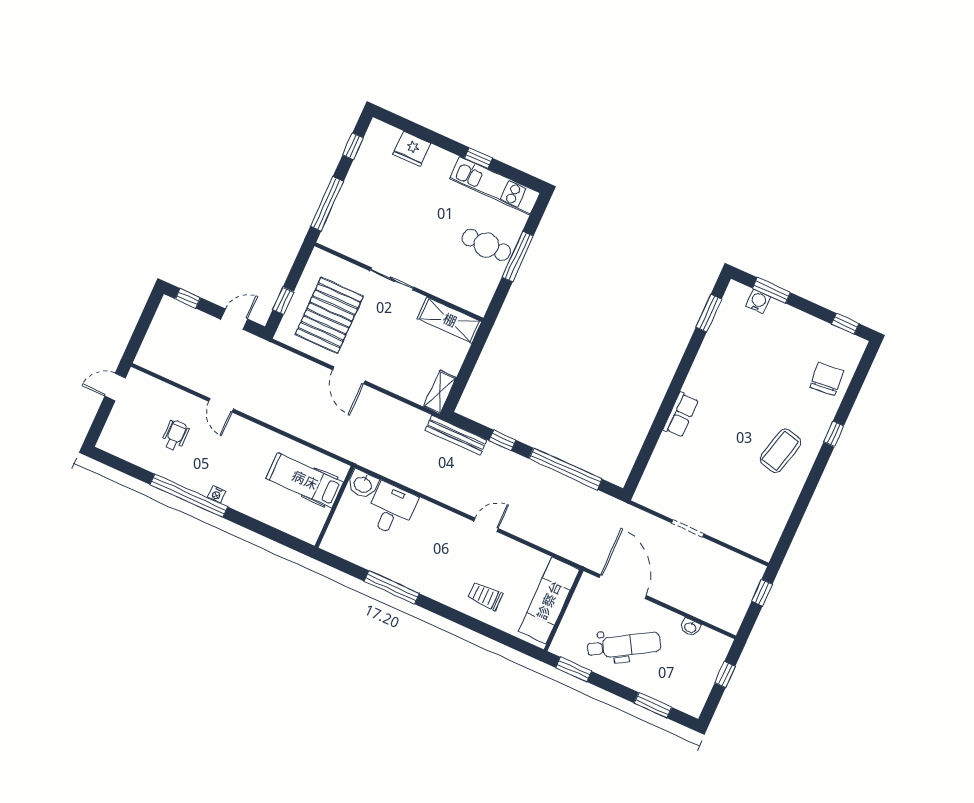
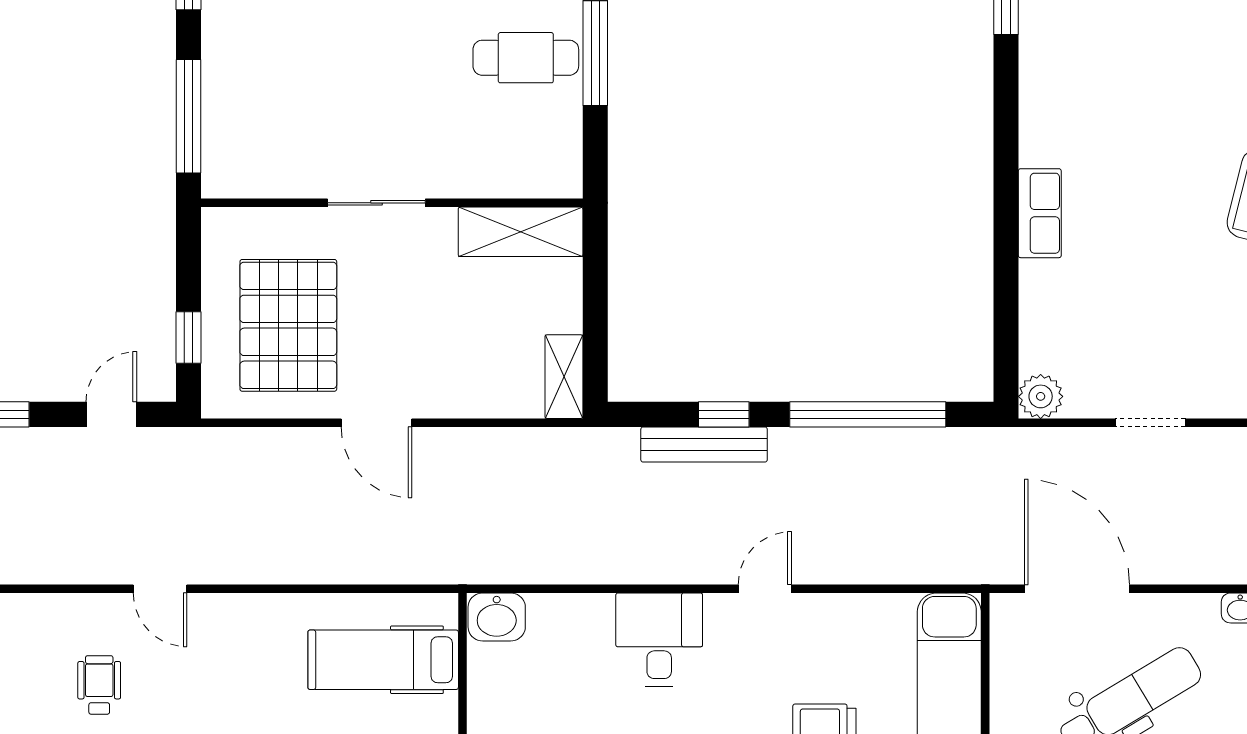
bench: (456, 435) -> (704, 445), moved
plant: (645, 495) -> (1041, 396), added
desk: (391, 509) -> (659, 640), moved

